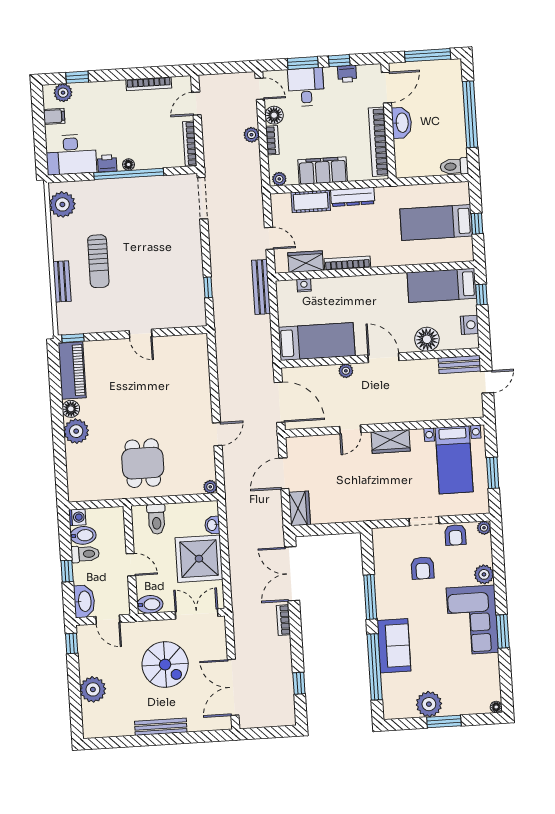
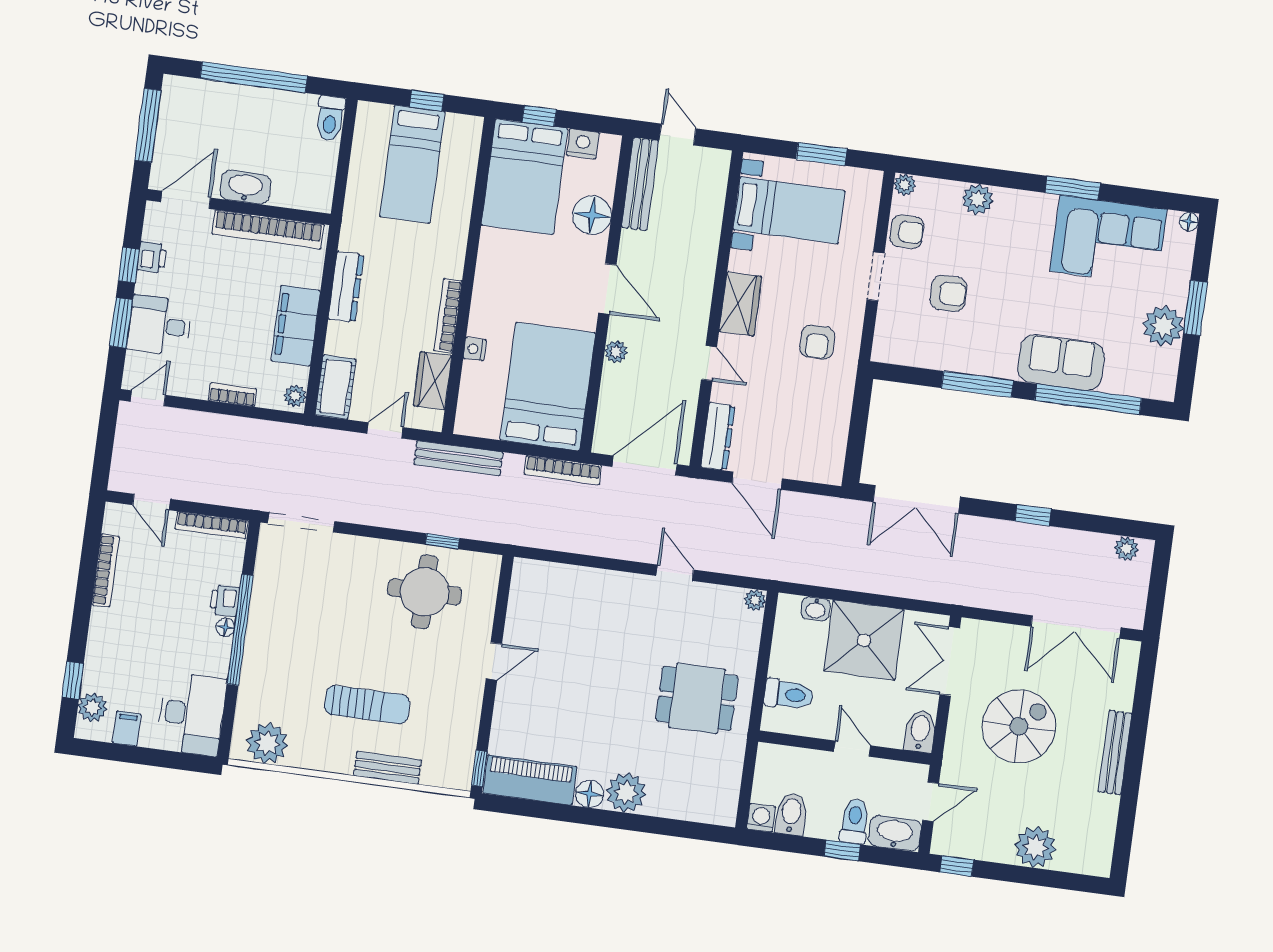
door: (386, 88) -> (186, 200), hinge flipped
floor lamp: (274, 115) -> (194, 384), removed
plant: (251, 135) -> (1126, 549), moved
printer: (107, 163) -> (225, 601), moved
cot: (311, 201) -> (336, 387), moved
round table: (175, 283) -> (425, 592), added
nightstand: (304, 285) -> (475, 349), moved
bed: (442, 285) -> (524, 177), width x1.50
bed: (317, 341) -> (548, 386), width x1.50
door: (383, 358) -> (607, 289), swing flipped
bench: (460, 365) -> (640, 184), width x1.36
dresser: (306, 444) -> (718, 436), added
armchair: (377, 493) -> (817, 342), added
wardrobe: (300, 508) -> (817, 467), removed
toilet: (85, 554) -> (854, 821), moved
door: (131, 565) -> (852, 749), hinge flipped
bookcase: (284, 620) -> (563, 470), moved, width x1.56
corner sofa: (472, 620) -> (1108, 240), moved
window: (299, 683) -> (1033, 515), moved

